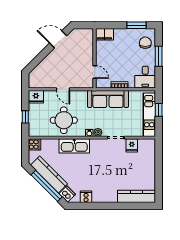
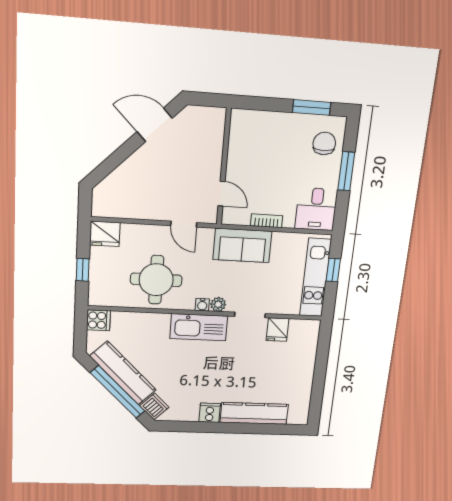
filing cabinet: (104, 34) -> (247, 121), removed
door: (63, 89) -> (184, 224), moved
sofa: (108, 99) -> (242, 245), width x0.73
kitchen sink: (74, 146) -> (199, 327), moved
kitchen counter: (137, 196) -> (254, 413), moved
cooker: (86, 197) -> (210, 413), moved

